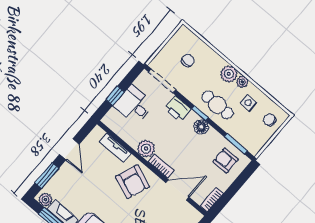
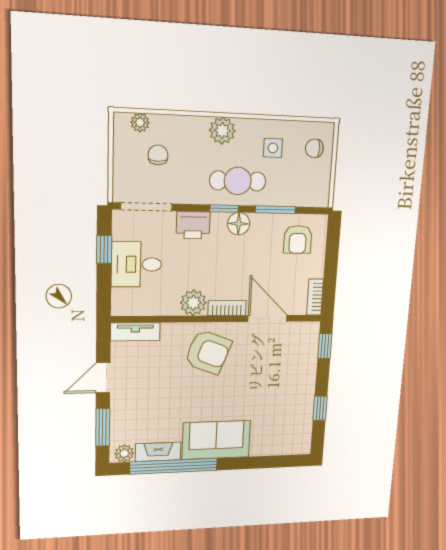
plant: (242, 82) -> (140, 122), moved
window: (115, 96) -> (104, 249), moved
window: (236, 144) -> (275, 210), moved
tv unit: (115, 148) -> (135, 332), moved
door: (69, 149) -> (103, 378), swing flipped
armchair: (226, 160) -> (298, 240), turned -90
door: (177, 190) -> (267, 319), hinge flipped

